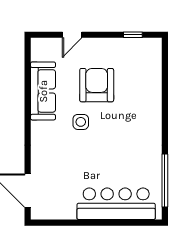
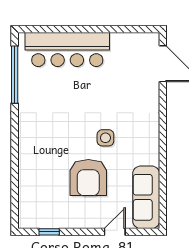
sofa: (43, 91) -> (146, 197), moved

